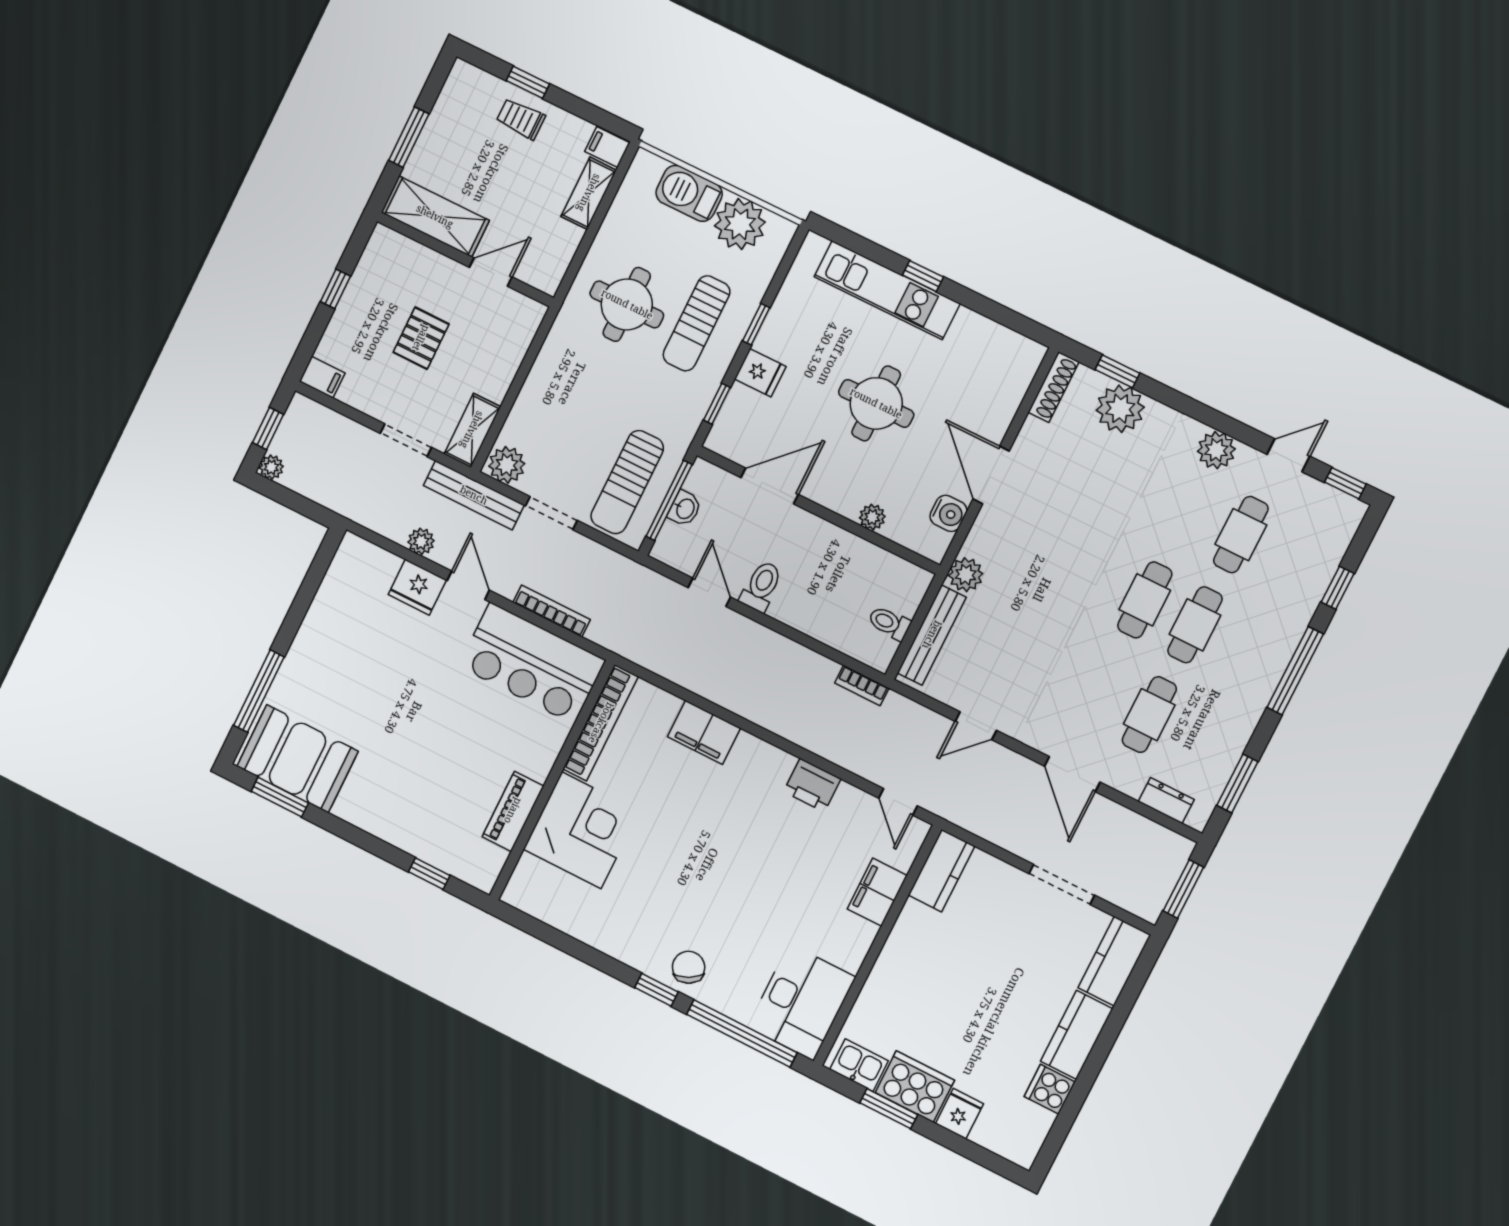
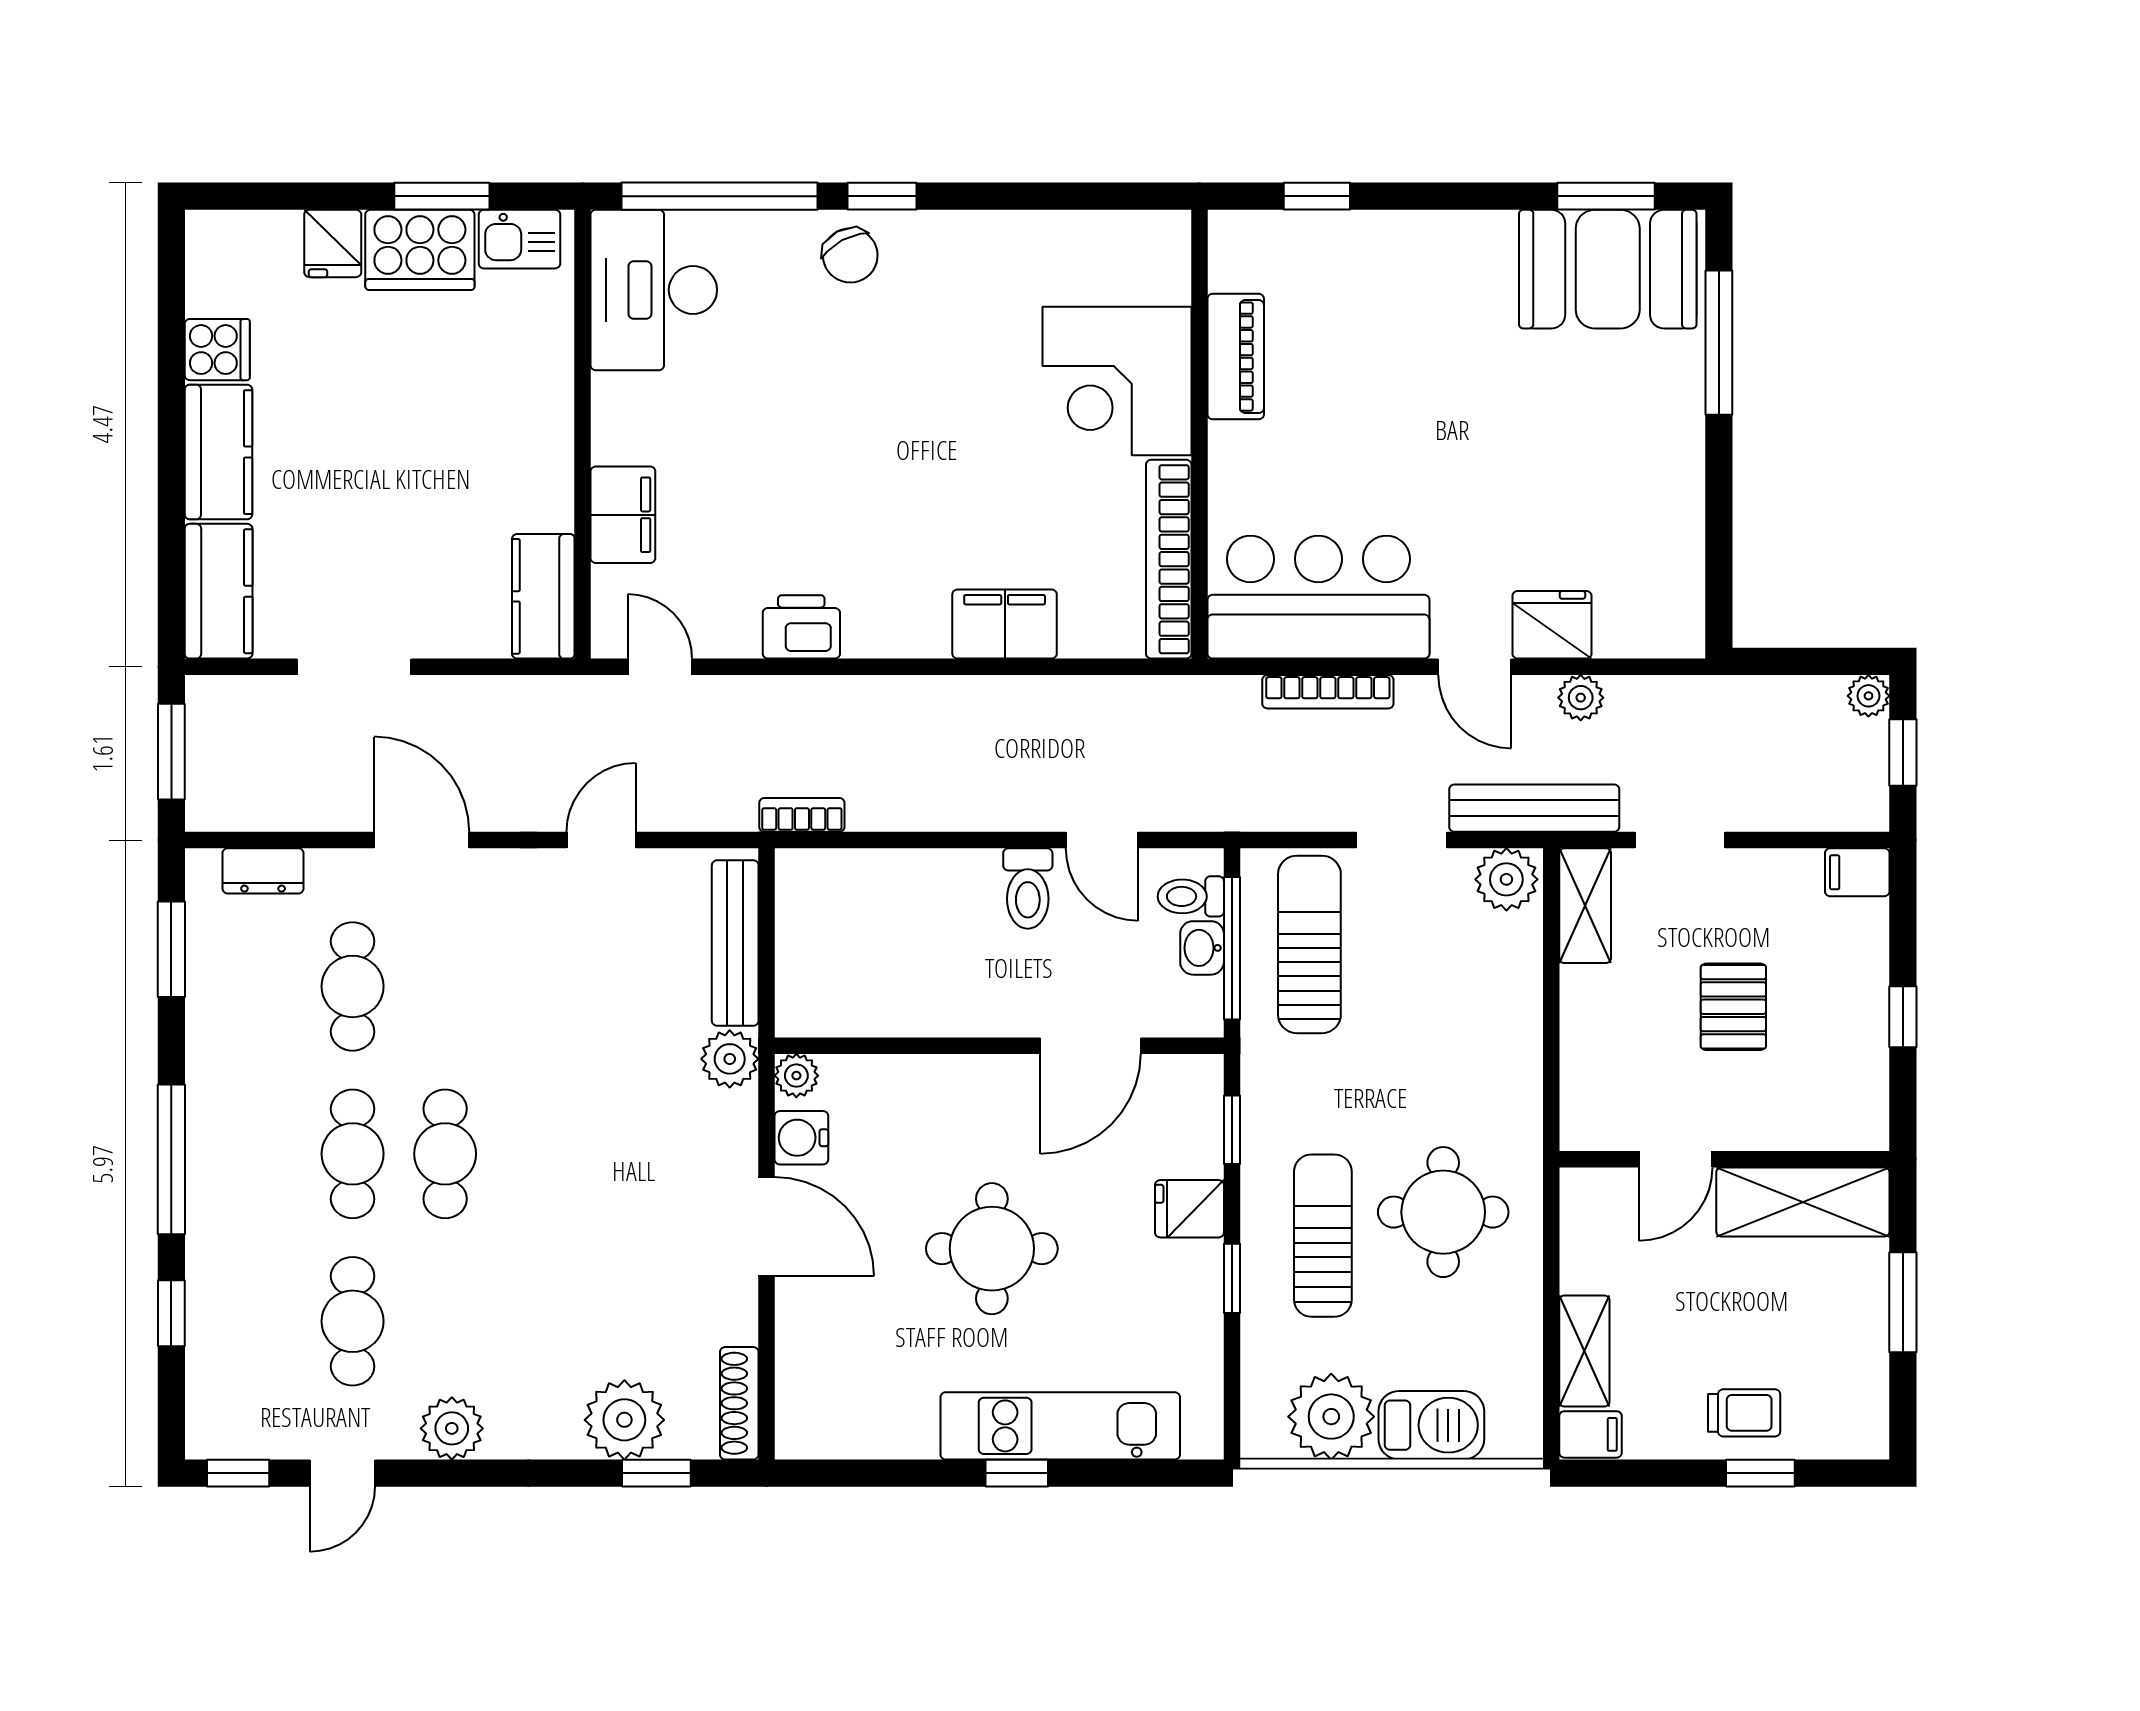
plant: (872, 517) -> (796, 1076), moved
toilet: (889, 623) -> (1191, 896), moved, turned 180

